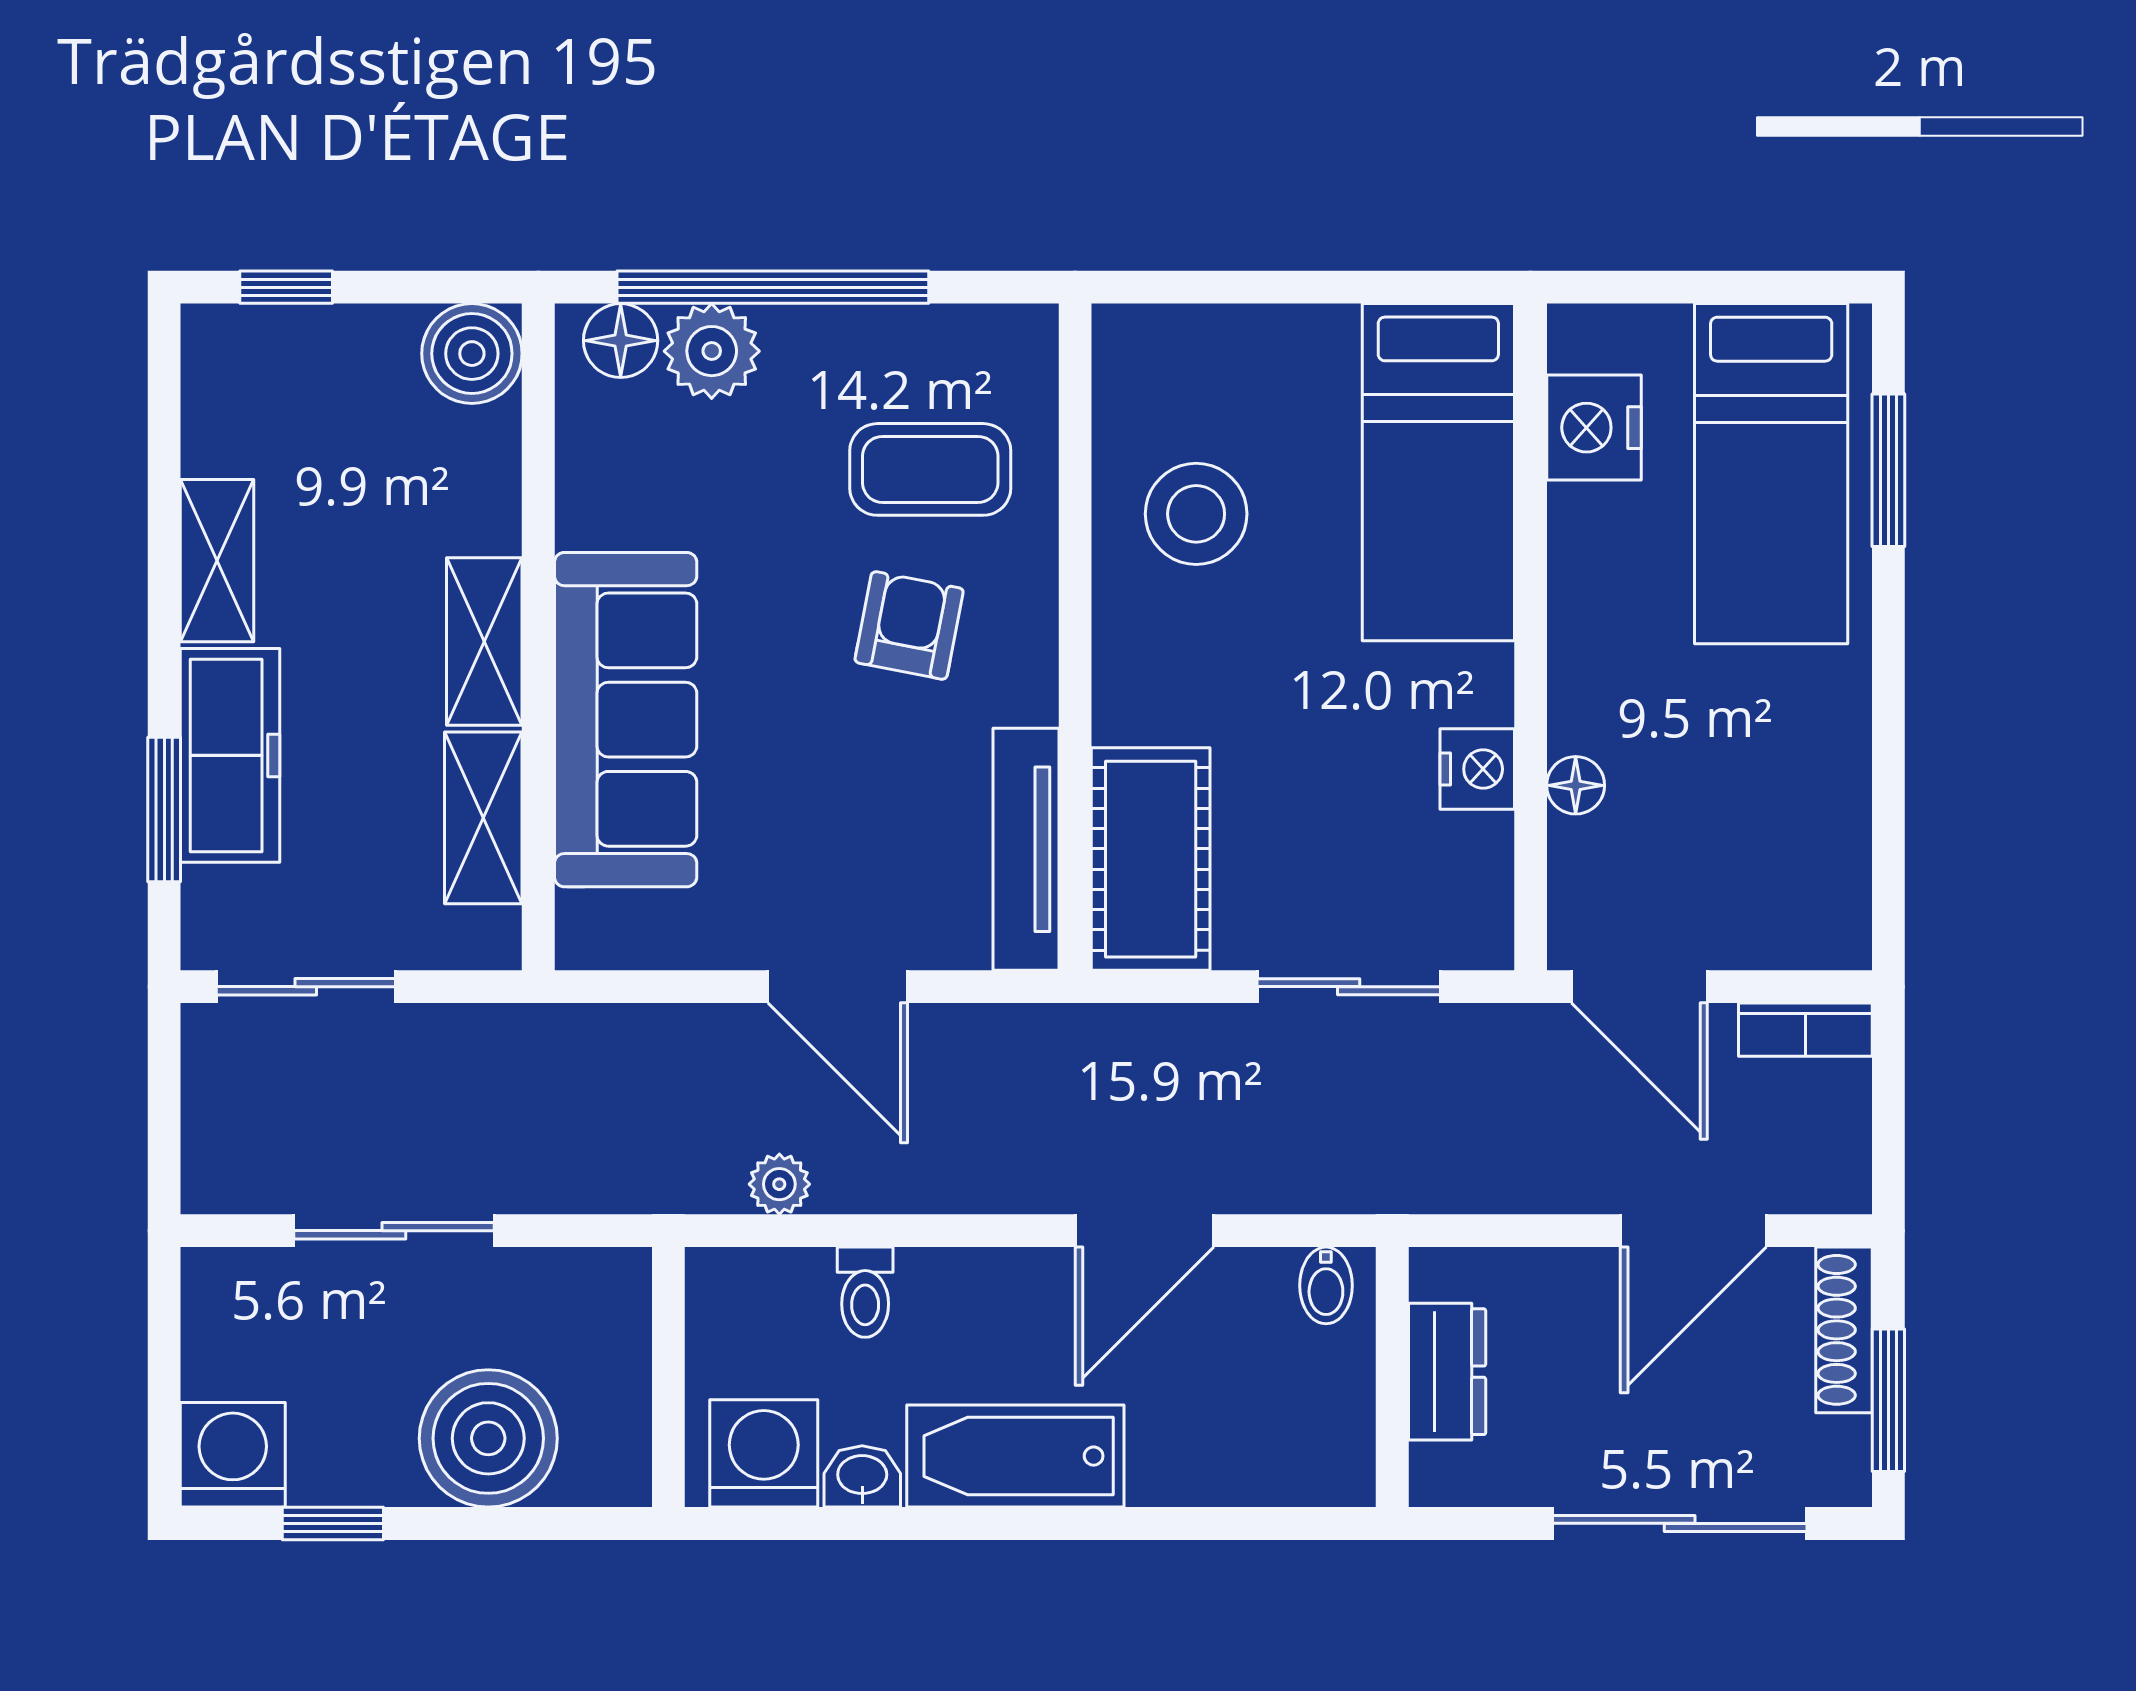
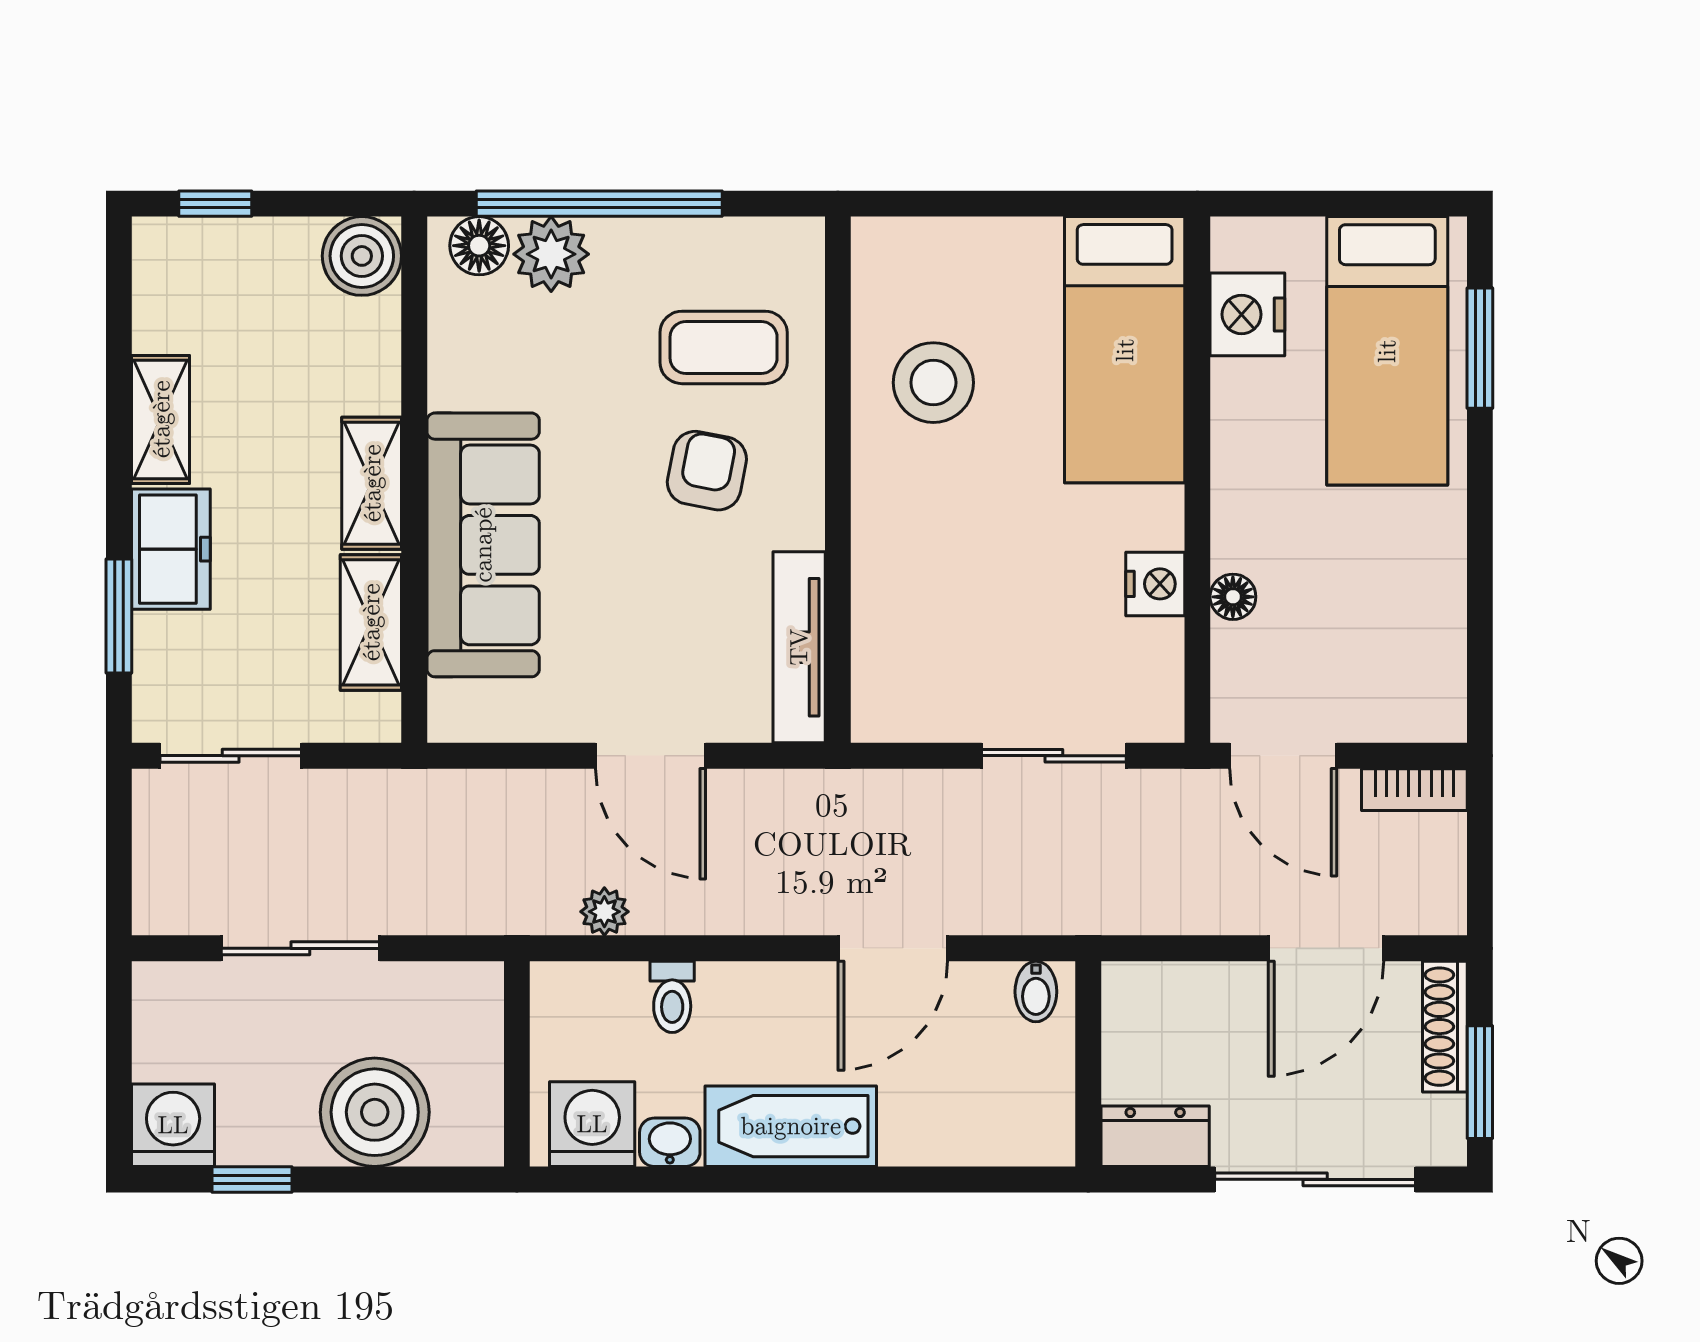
freezer: (230, 755) -> (171, 549), width x0.71
cot: (1151, 859) -> (897, 655), removed
dresser: (1447, 1372) -> (1155, 1136), moved, turned -90

